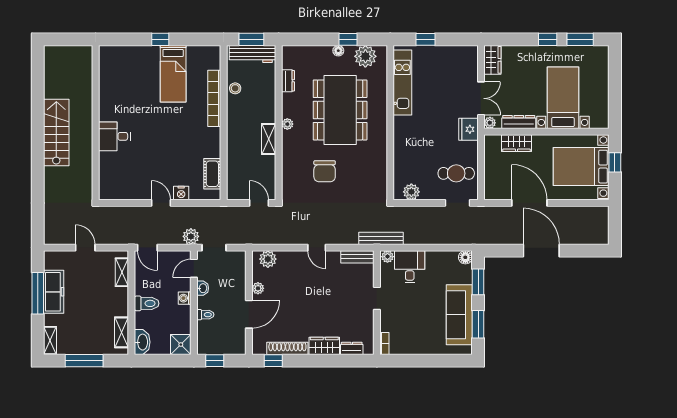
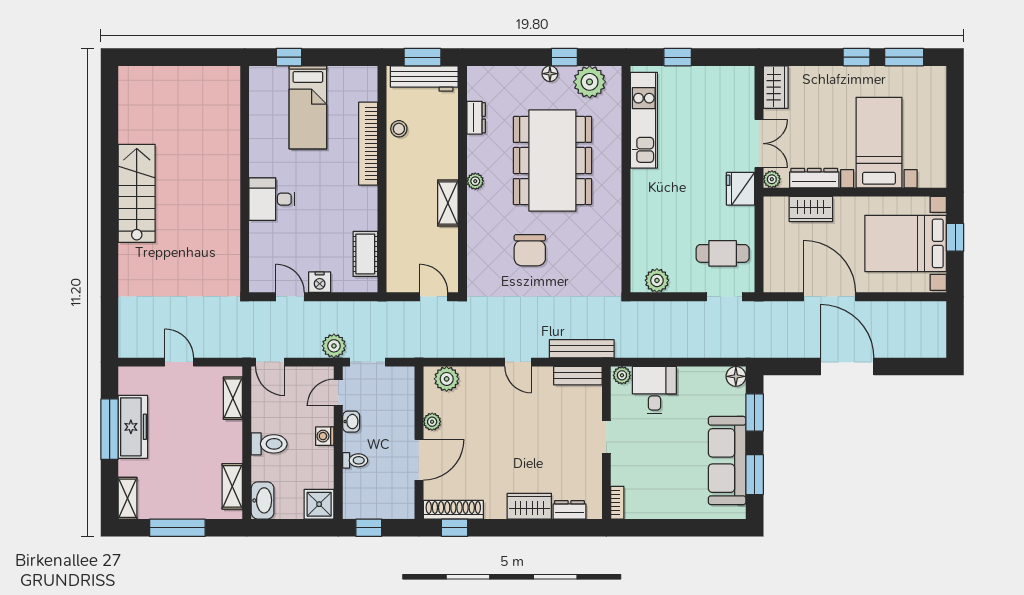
wall: (96, 123) -> (245, 179), moved
desk: (114, 136) -> (272, 199), moved
bench: (381, 238) -> (582, 349), moved
shoe rack: (287, 348) -> (453, 510), moved

